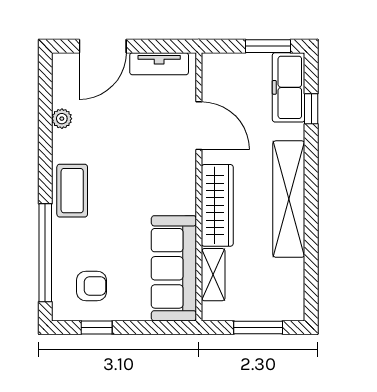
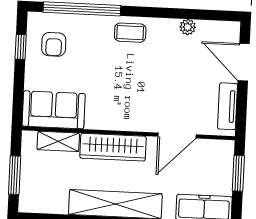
window: (268, 46) -> (238, 173), moved
coffee table: (72, 191) -> (130, 33), width x0.73, depth x0.77
sofa: (174, 268) -> (54, 110), width x0.73

